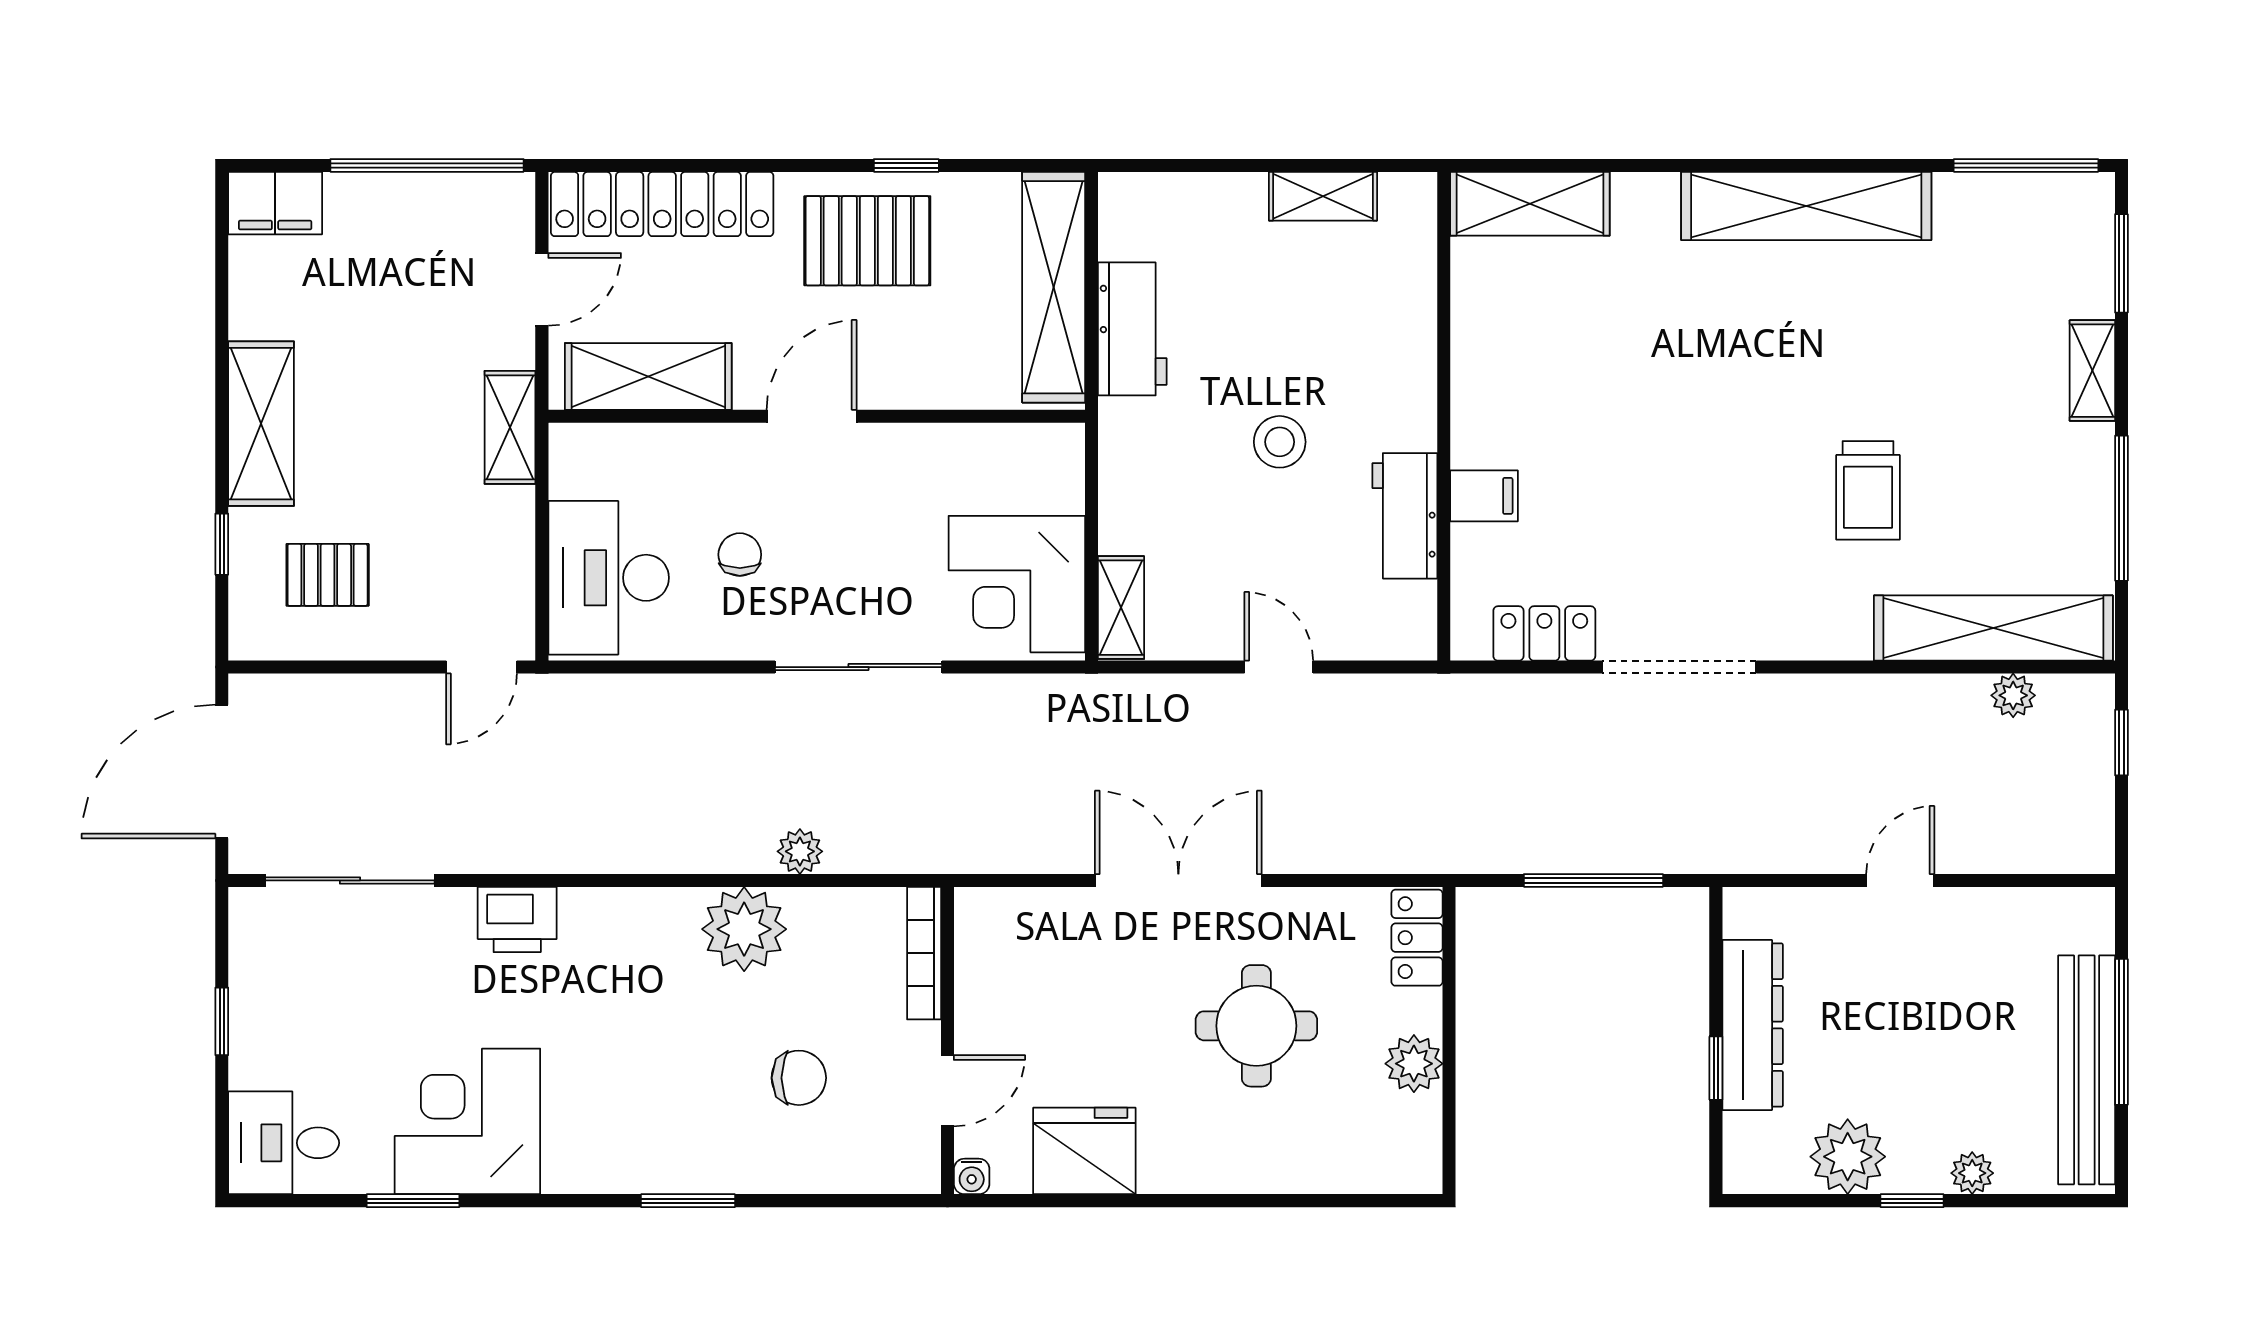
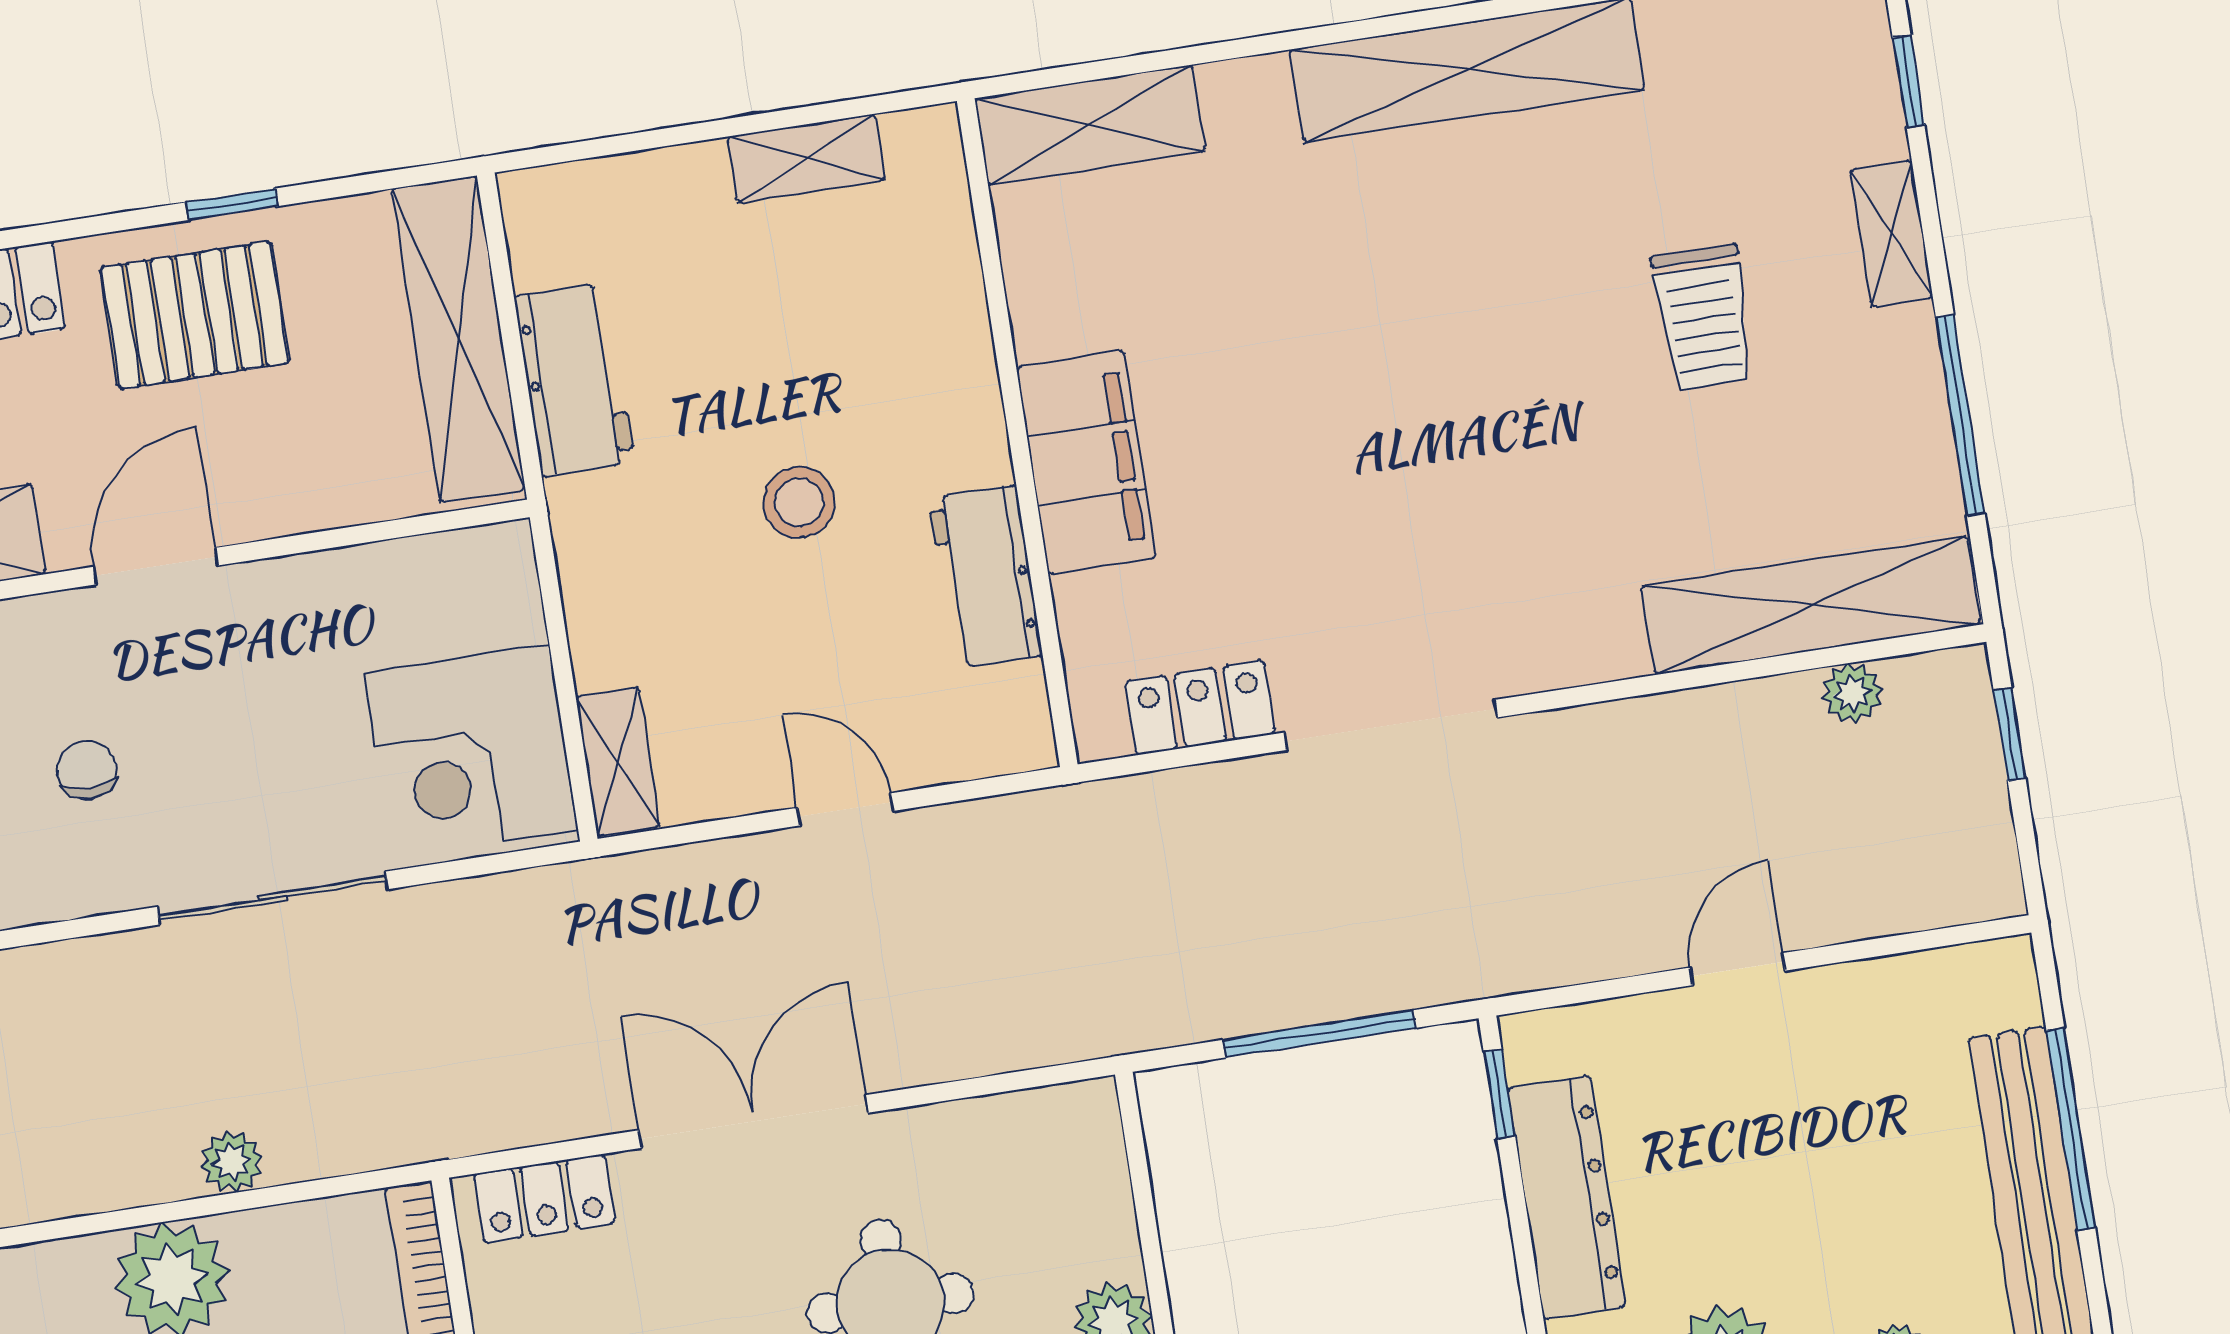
window: (2121, 263) -> (1909, 81), width x0.67
trolley: (1868, 490) -> (1704, 317), moved
filing cabinet: (1484, 496) -> (1086, 462), width x3.00, depth x1.17
locker: (1417, 938) -> (544, 1199), moved, turned -90
window: (1716, 1068) -> (1499, 1094), moved

